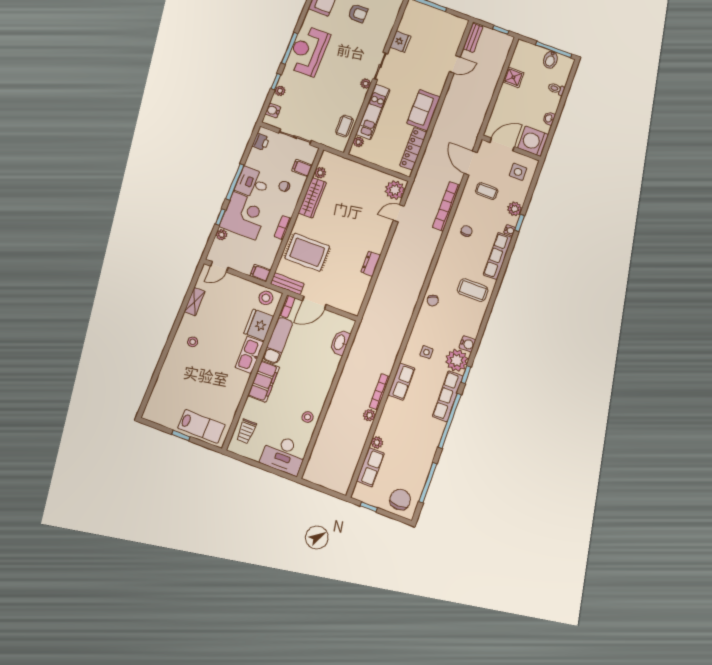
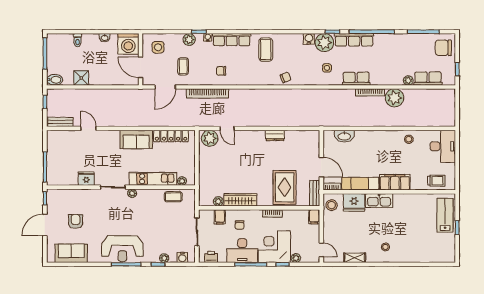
bidet: (550, 60) -> (55, 80), moved
desk: (252, 183) -> (242, 251), width x1.37
plant: (369, 415) -> (394, 98), width x1.88, depth x1.88

